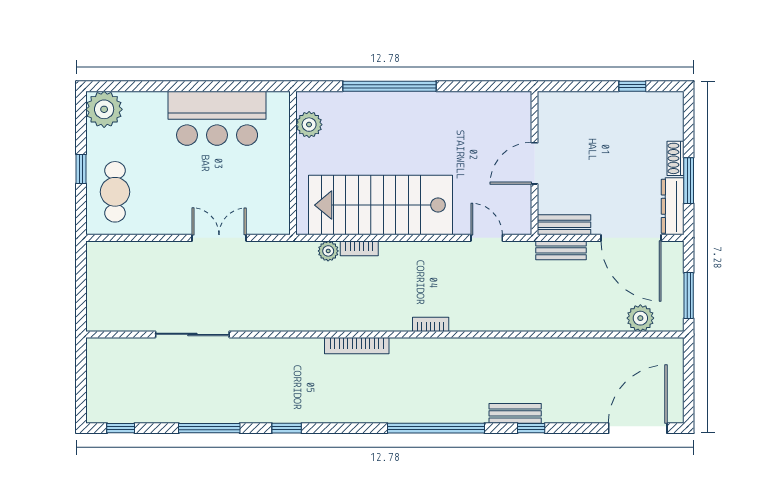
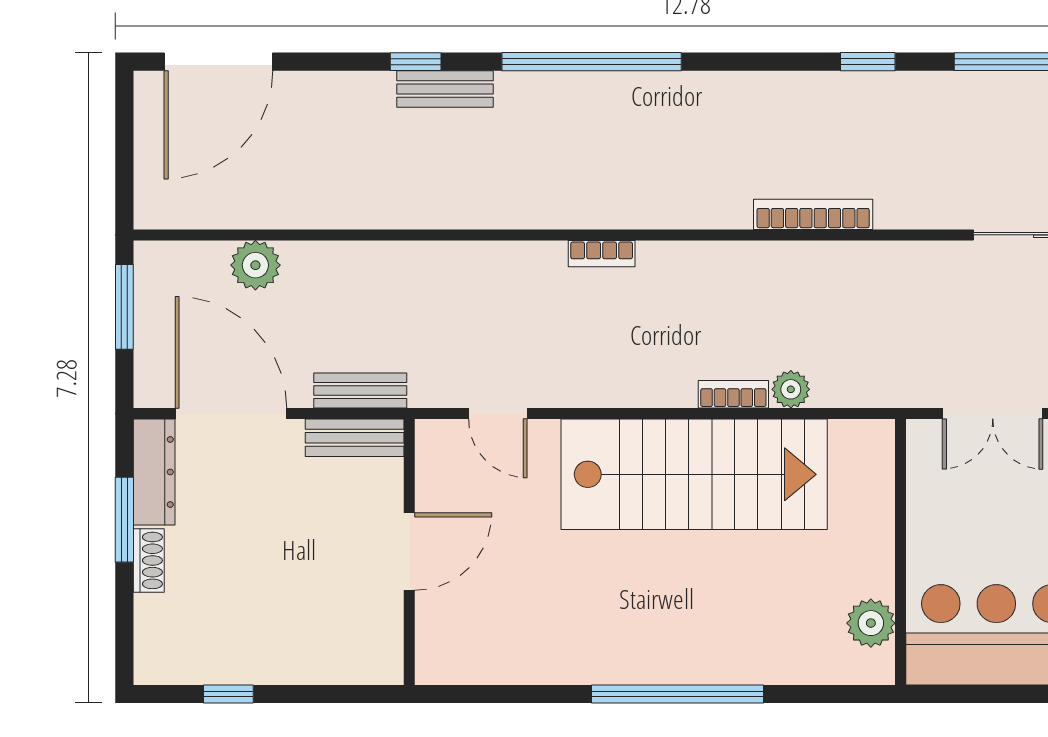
plant: (309, 125) -> (871, 623), moved
wall: (293, 163) -> (900, 552), moved
plant: (640, 318) -> (255, 265), moved
bookcase: (357, 346) -> (813, 214), moved

